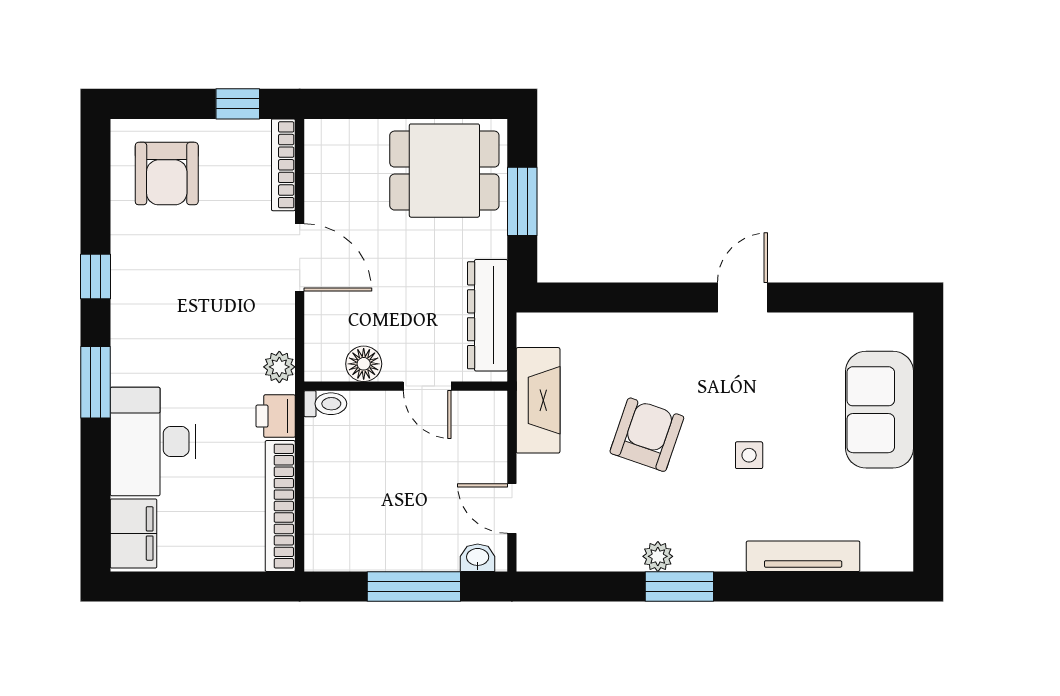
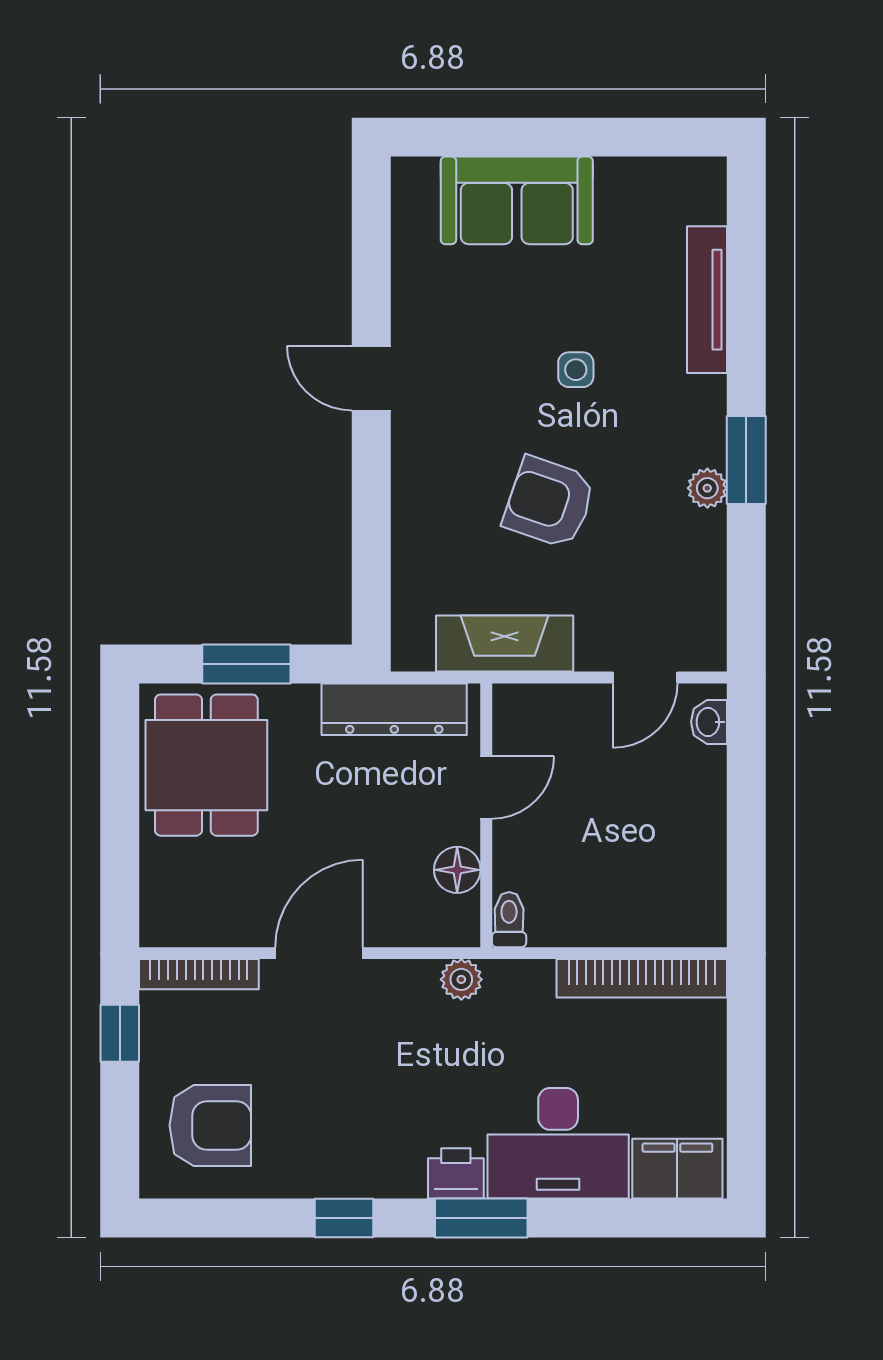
printer: (276, 416) -> (456, 1173), moved, turned 180
window: (414, 587) -> (746, 805), removed

